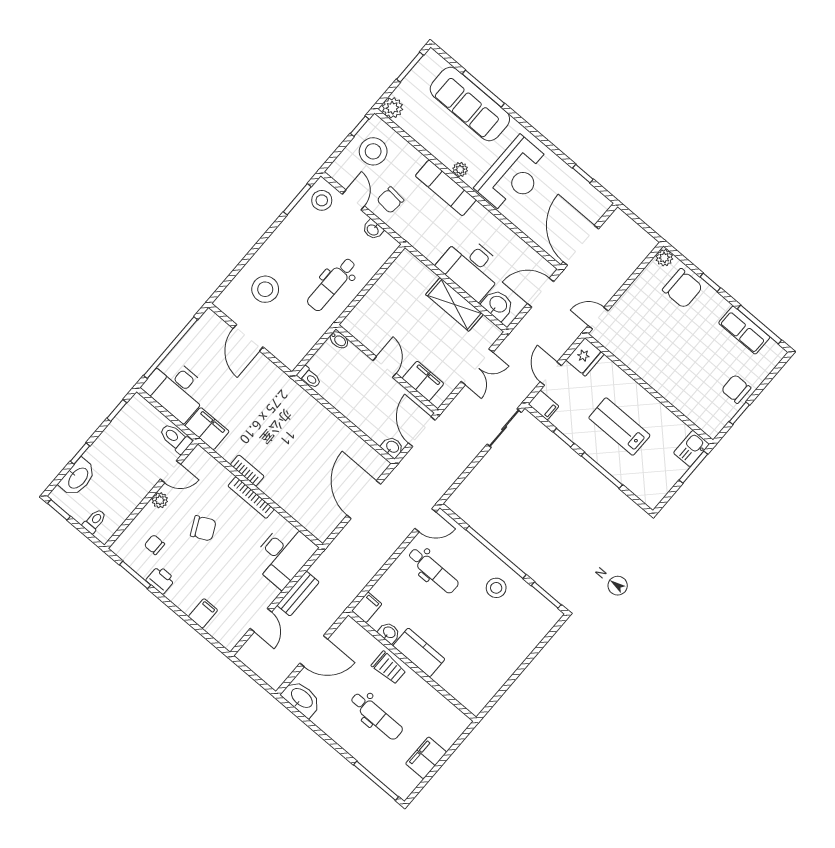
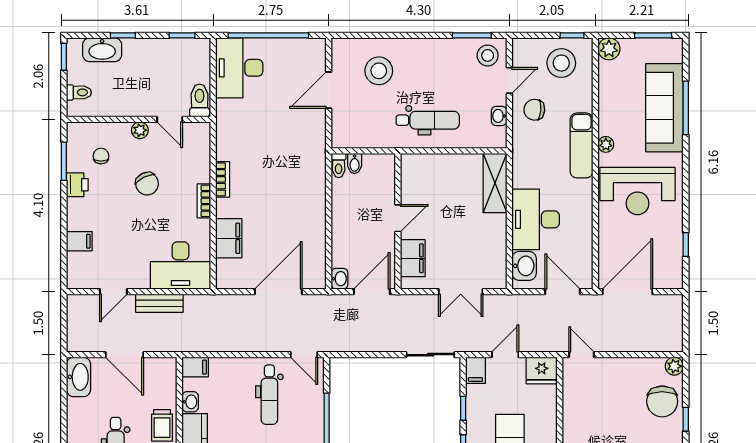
dental chair: (332, 284) -> (428, 120), turned 180
shelving: (454, 304) -> (495, 183), moved
bidet: (339, 340) -> (355, 164), moved
filing cabinet: (207, 429) -> (229, 238), moved
bookcase: (251, 498) -> (204, 201), width x0.64

